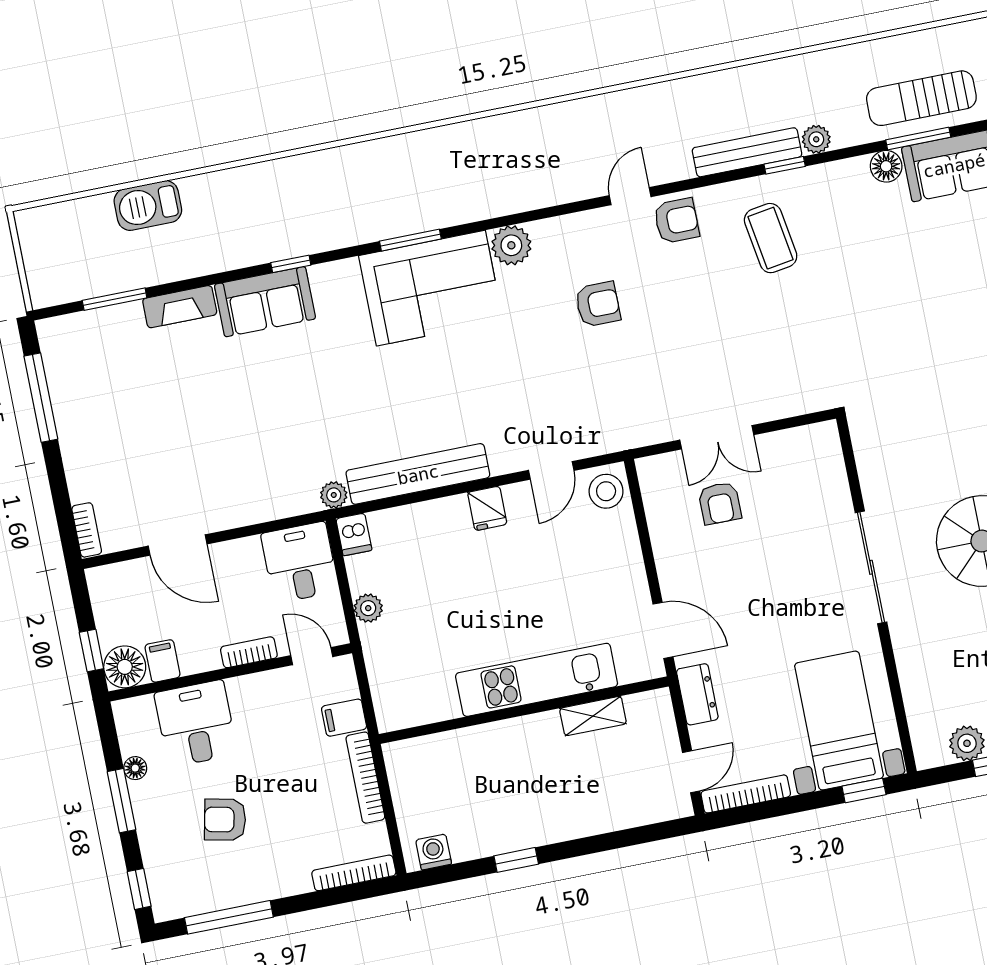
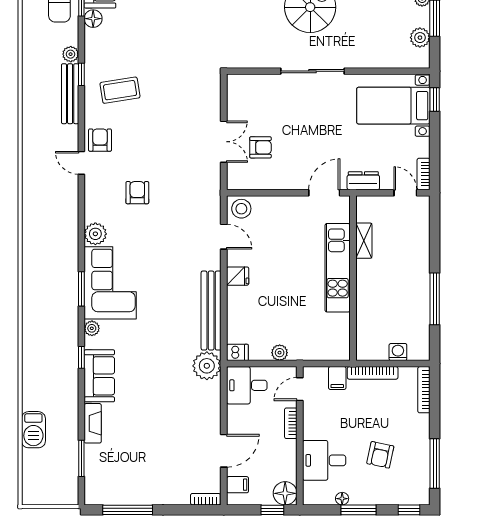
plant: (345, 272) -> (92, 328), added
plant: (334, 495) -> (207, 366), width x1.88, depth x1.88
filing cabinet: (163, 661) -> (238, 485), moved, turned 180
bookcase: (746, 794) -> (424, 174), width x0.64
washing machine: (434, 852) -> (398, 352), moved, turned 90
window: (516, 860) -> (435, 299), width x2.17

